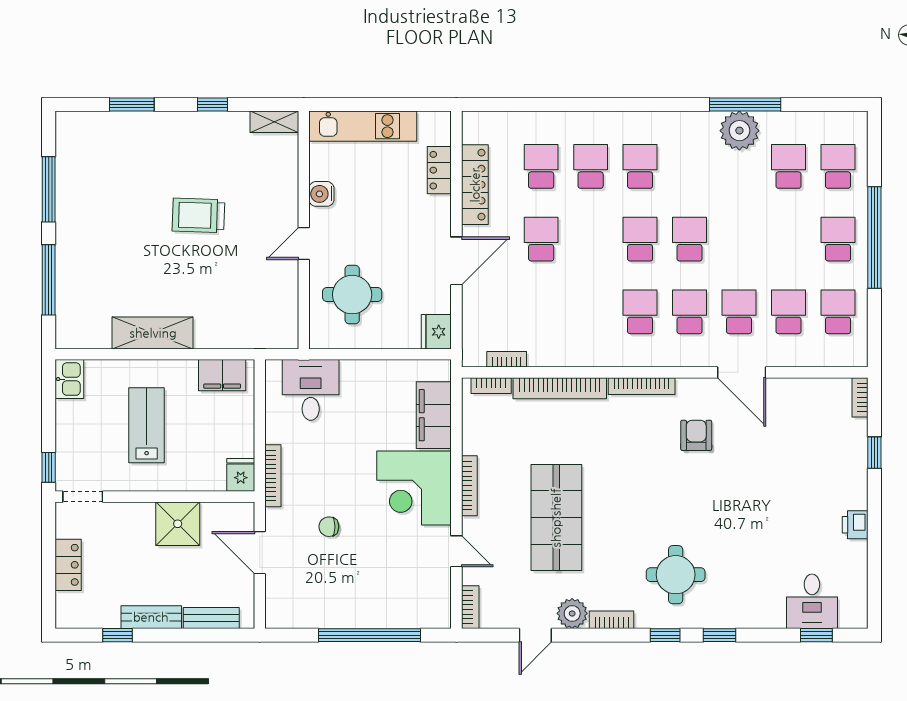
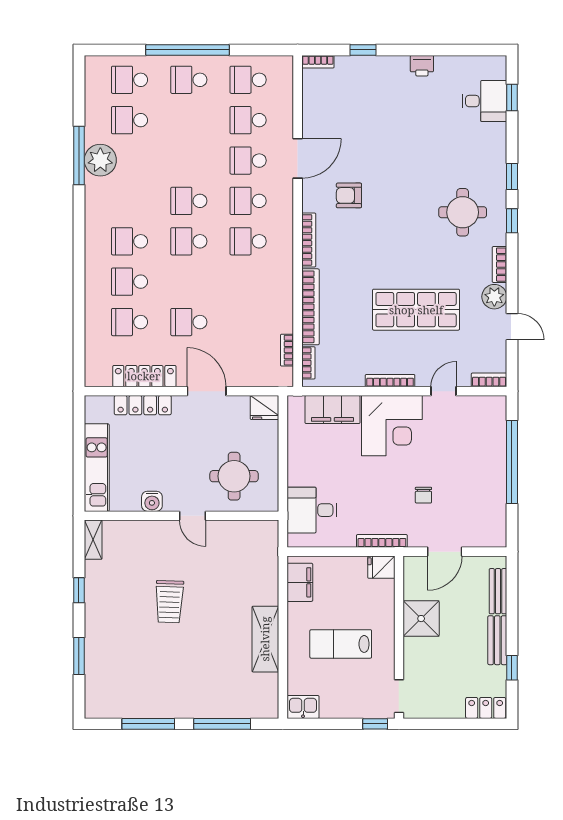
locker: (439, 170) -> (143, 405), width x1.53
locker: (68, 565) -> (486, 708), moved

